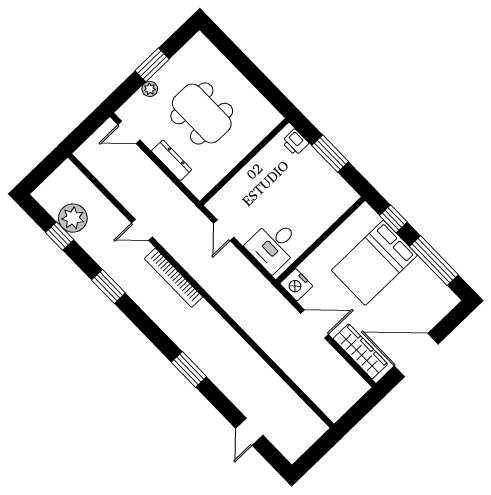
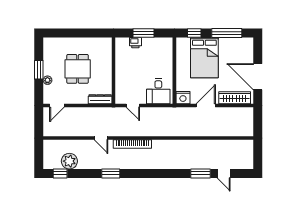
dining table: (202, 113) -> (78, 69), width x0.73
printer: (295, 142) -> (135, 43), moved
dresser: (172, 160) -> (100, 99), moved
door: (142, 230) -> (101, 138), hinge flipped
window: (60, 236) -> (60, 173), moved
door: (416, 355) -> (258, 77), hinge flipped
window: (189, 369) -> (201, 173), moved

